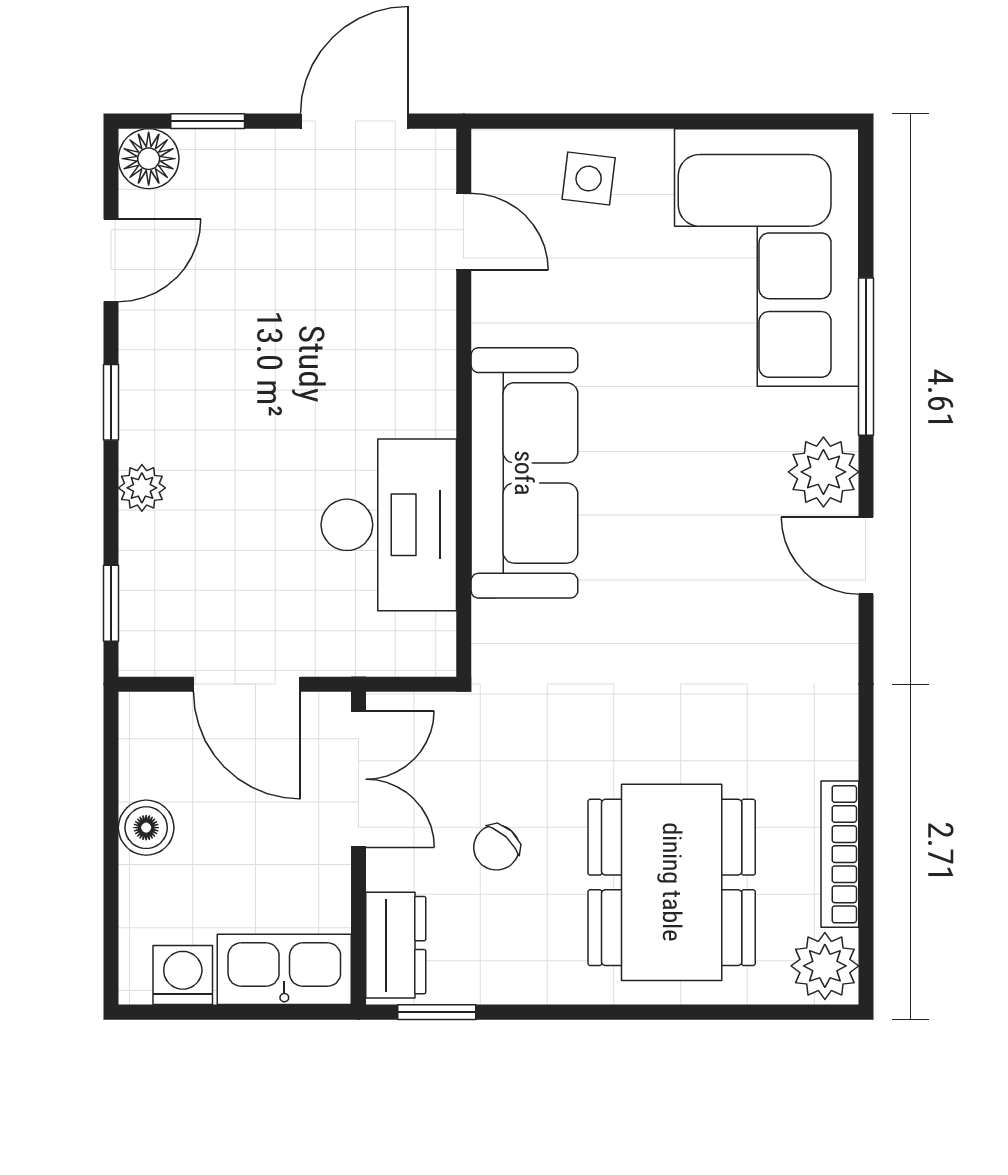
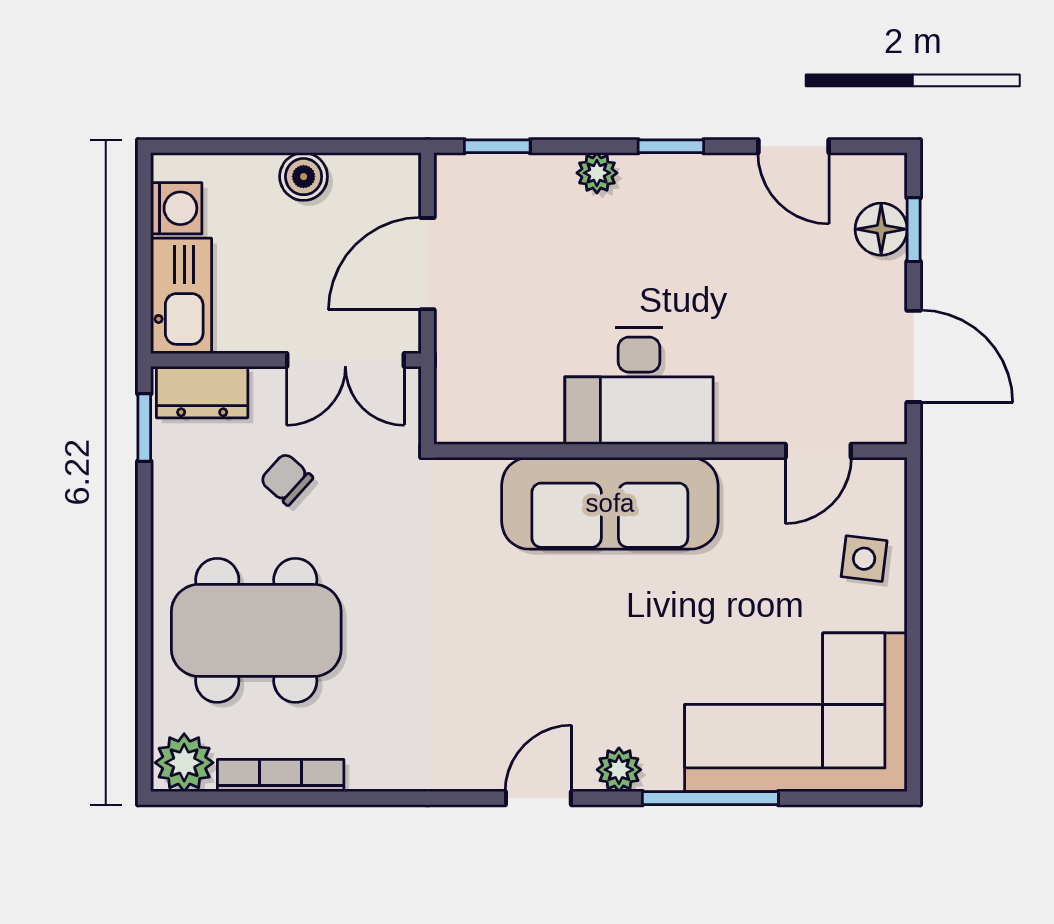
floor lamp: (149, 159) -> (881, 229), moved
plant: (823, 472) -> (619, 770), width x0.73, depth x0.73
desk: (389, 525) -> (639, 386), moved

